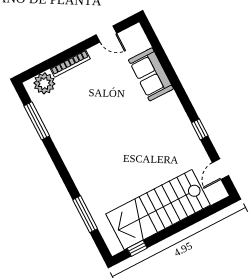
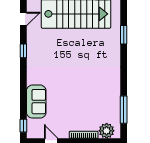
window: (151, 36) -> (23, 126), added
window: (85, 214) -> (124, 35), width x0.69

